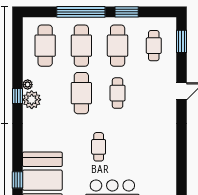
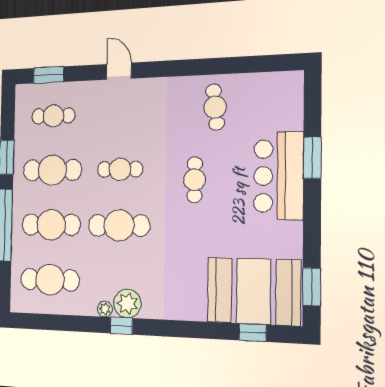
cafe table: (99, 147) -> (195, 180), moved, turned 90
cafe table: (156, 155) -> (215, 107), added

